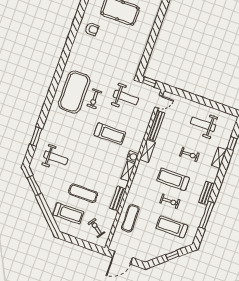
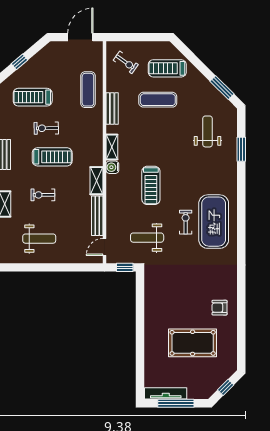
treadmill: (110, 134) -> (151, 185), turned -90
weight bench: (56, 158) -> (208, 131), turned 90
treadmill: (172, 227) -> (33, 97), turned 180

